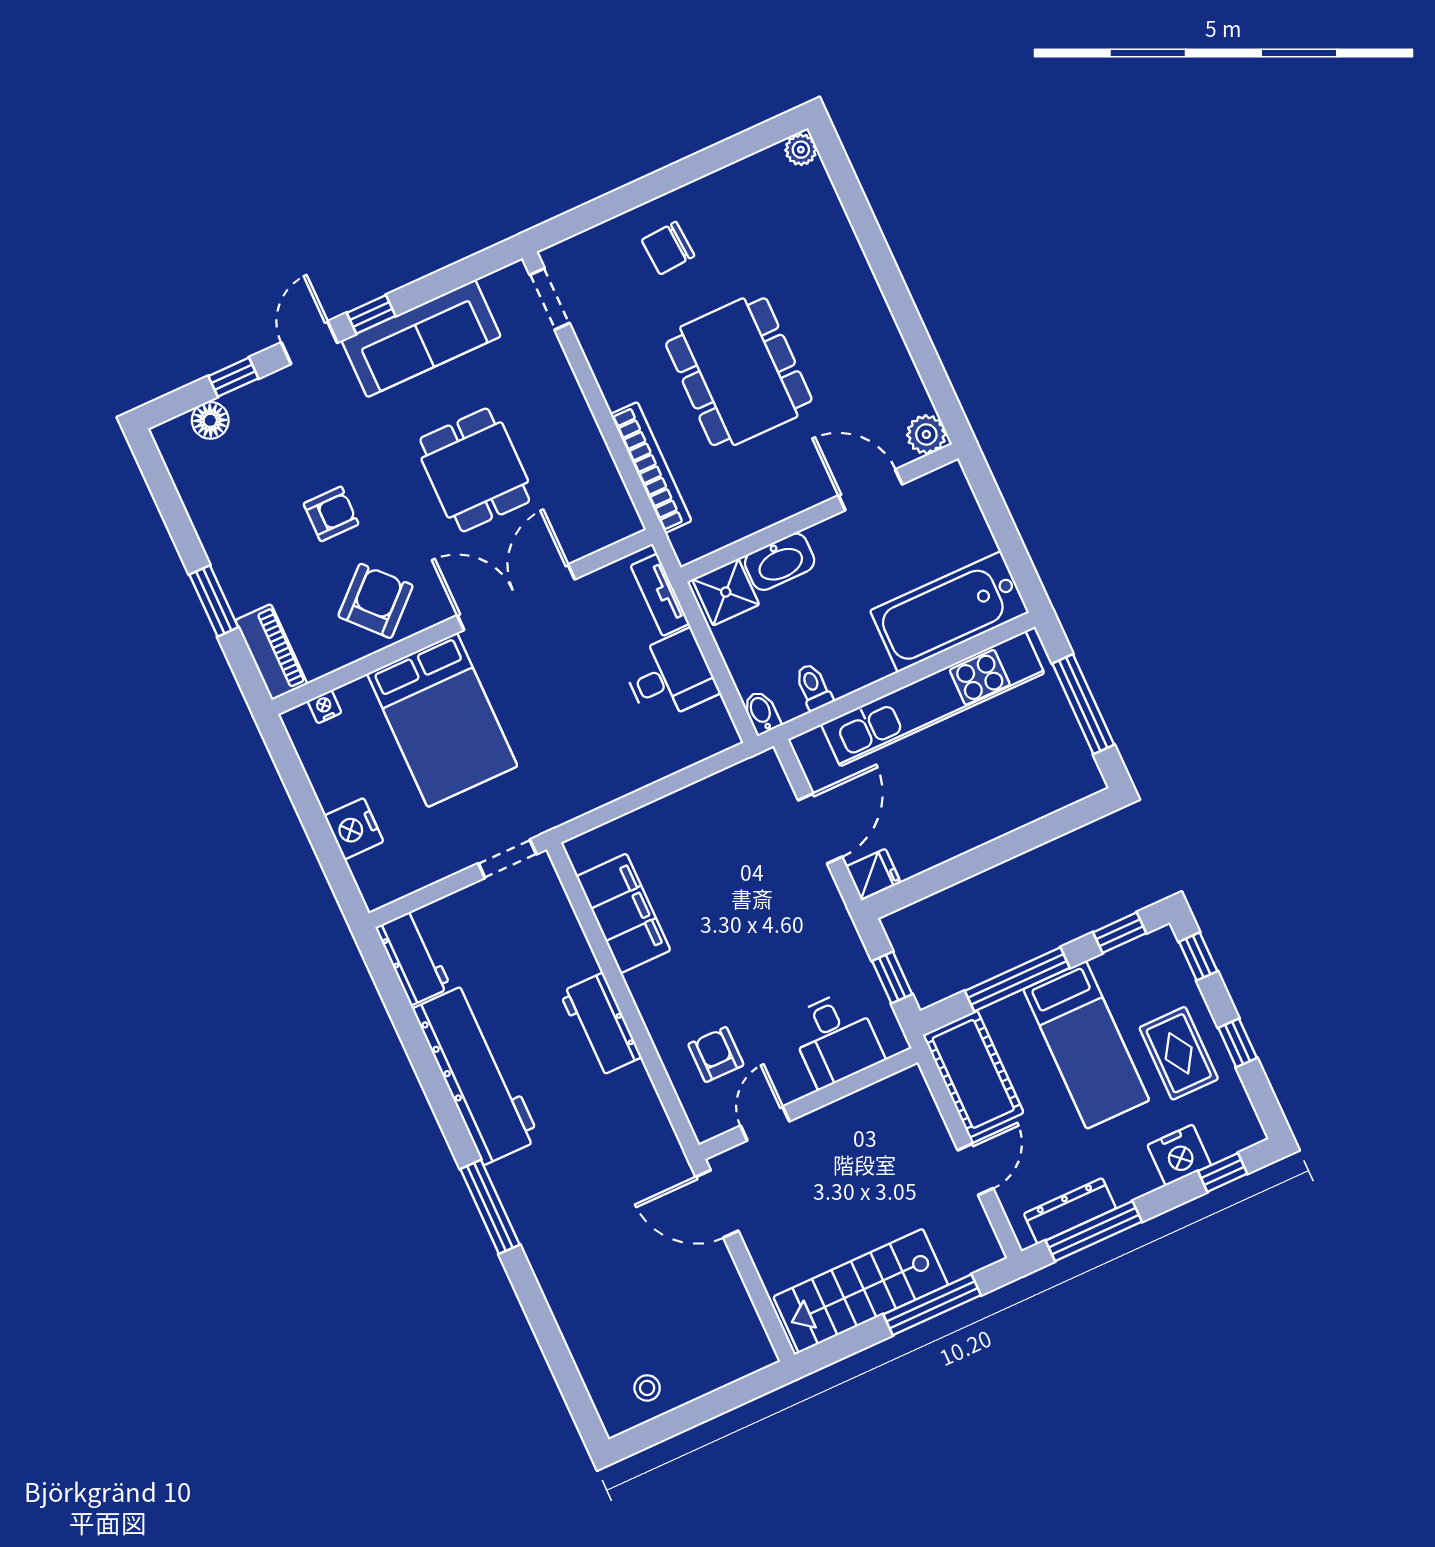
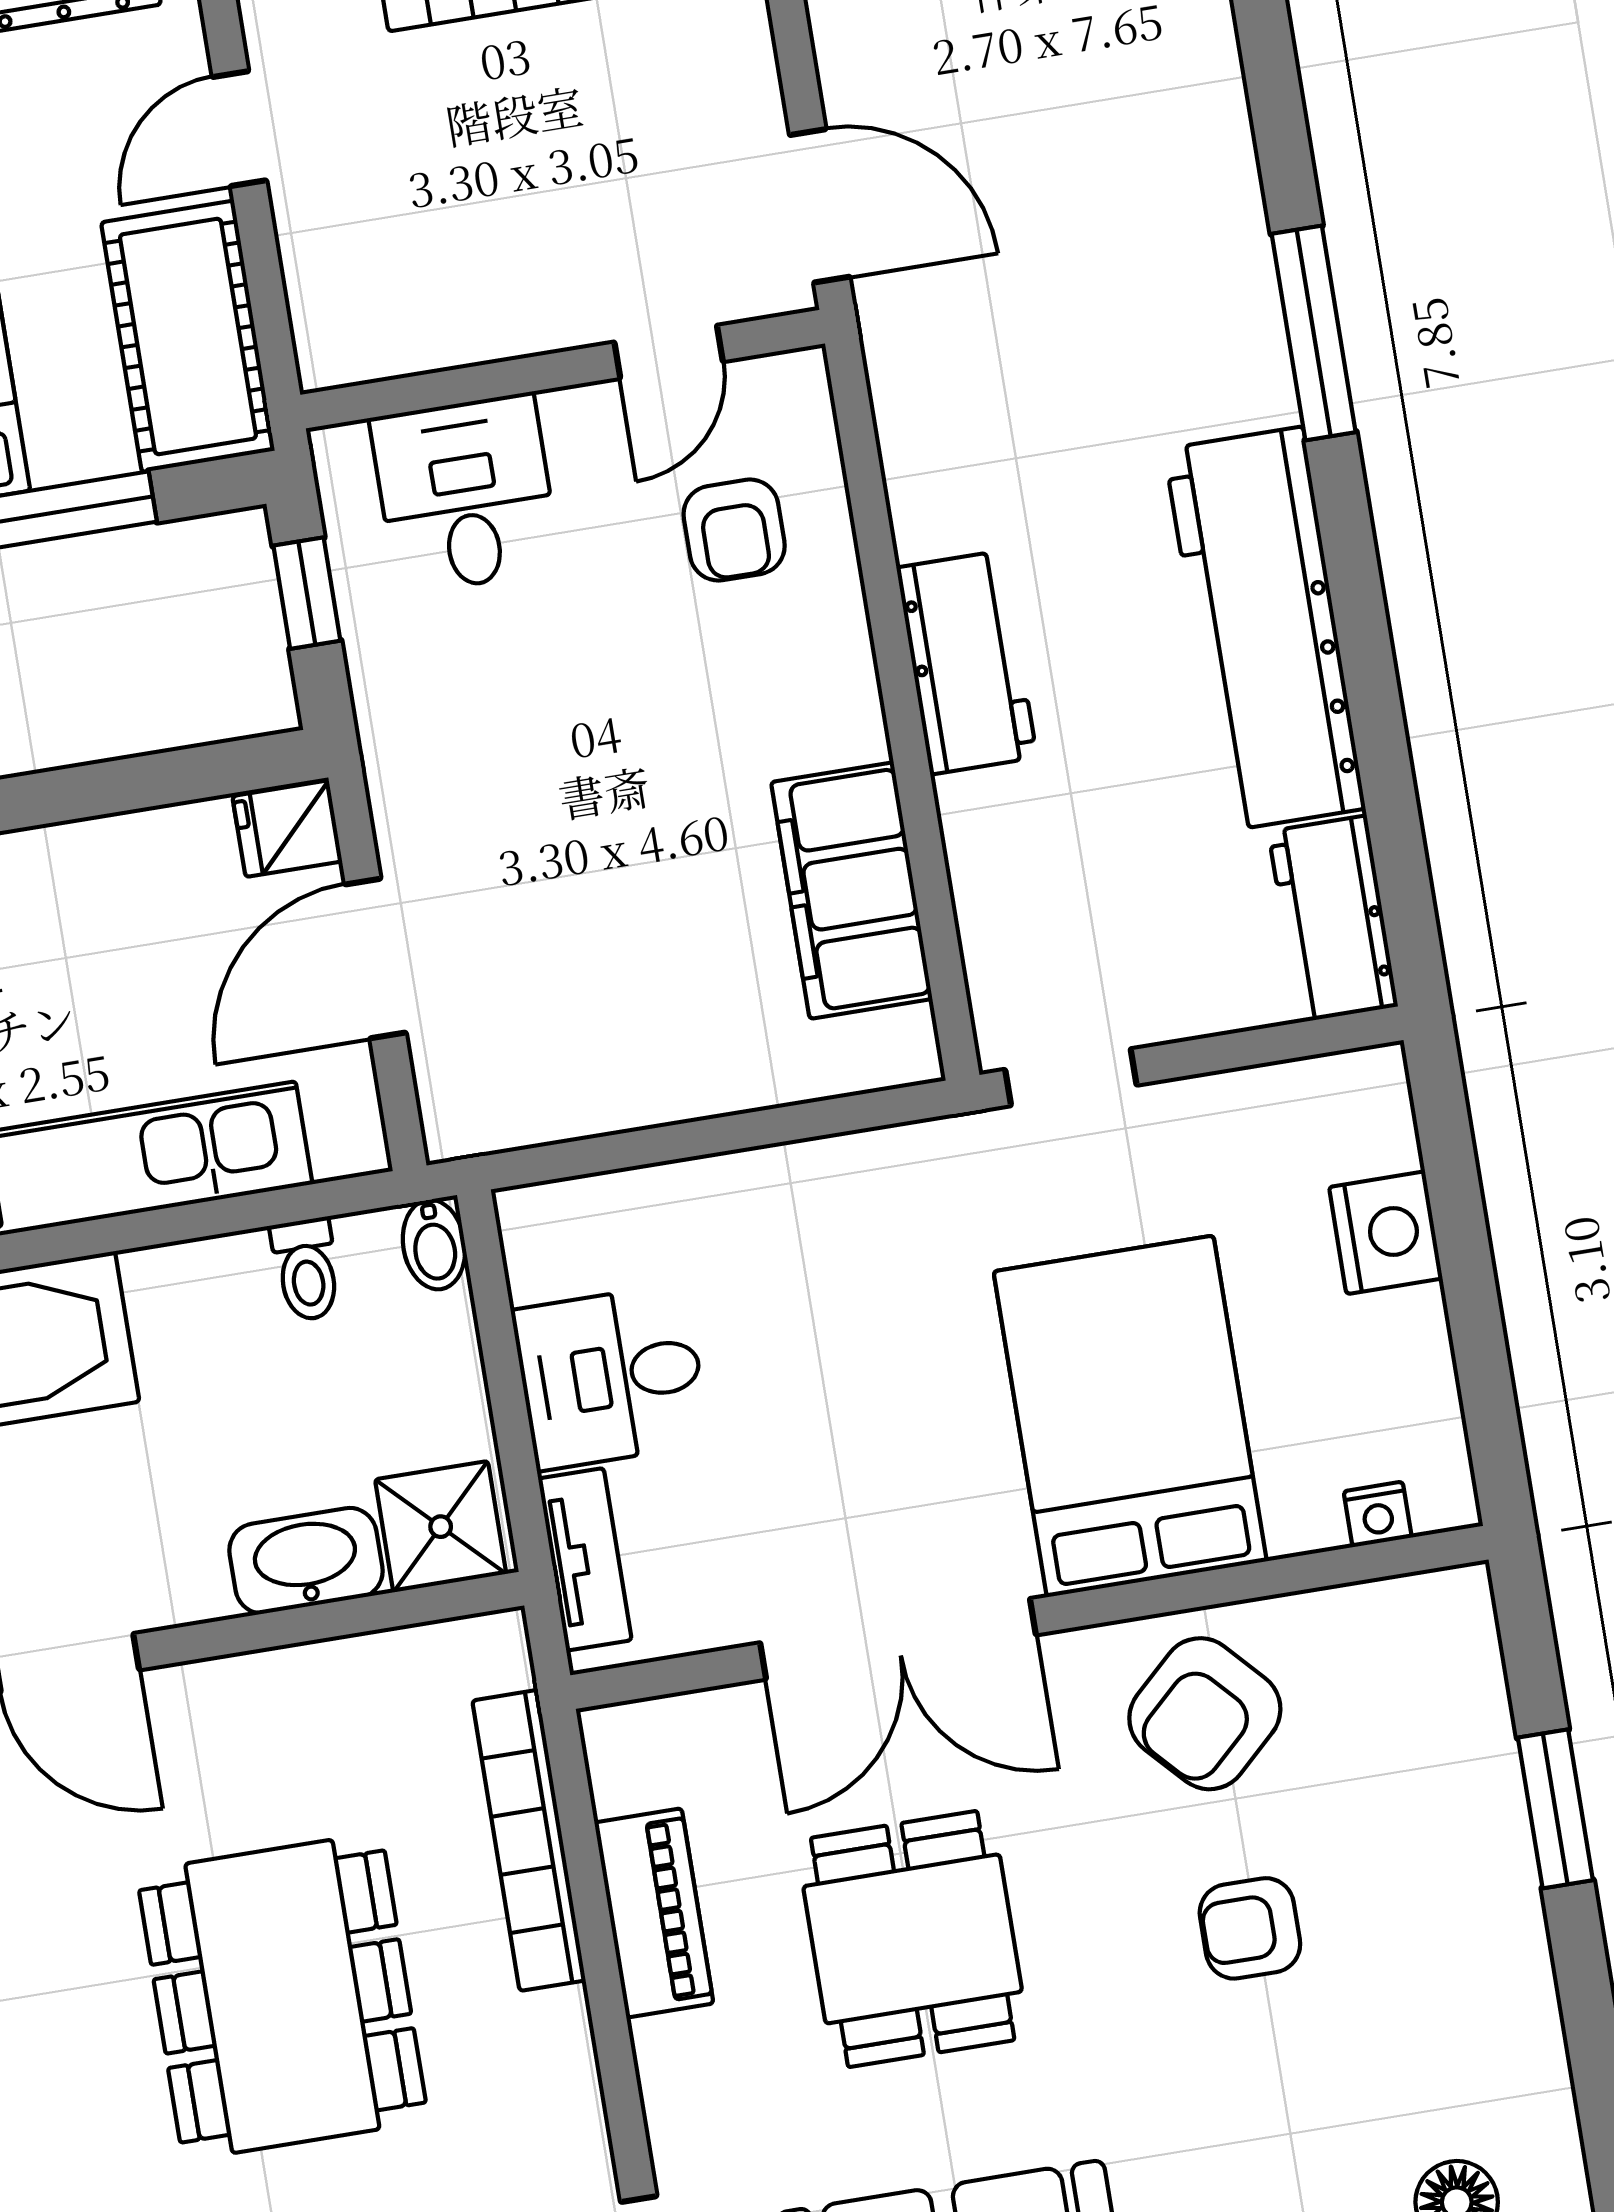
piano: (271, 652) -> (654, 1913), moved, turned 180

